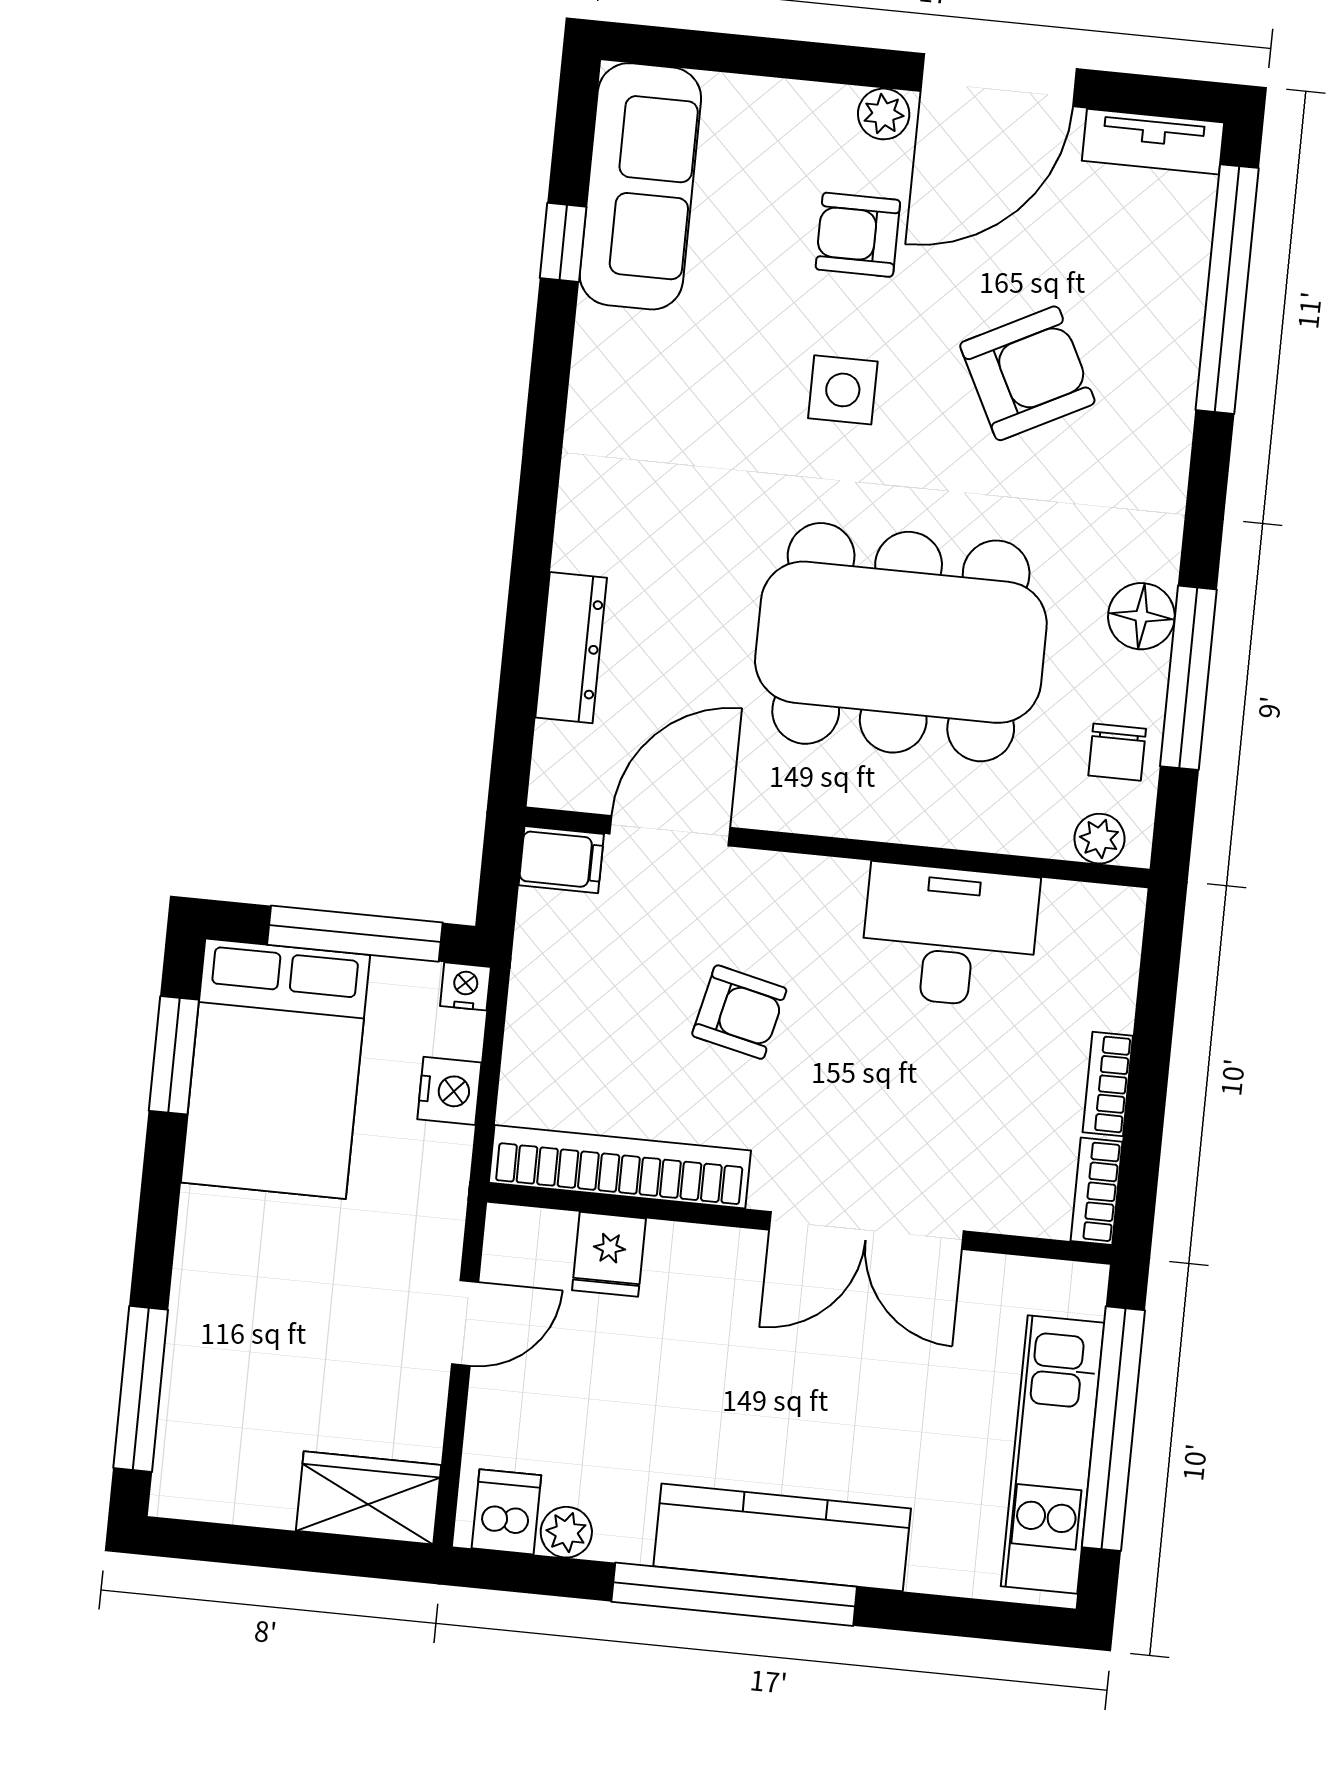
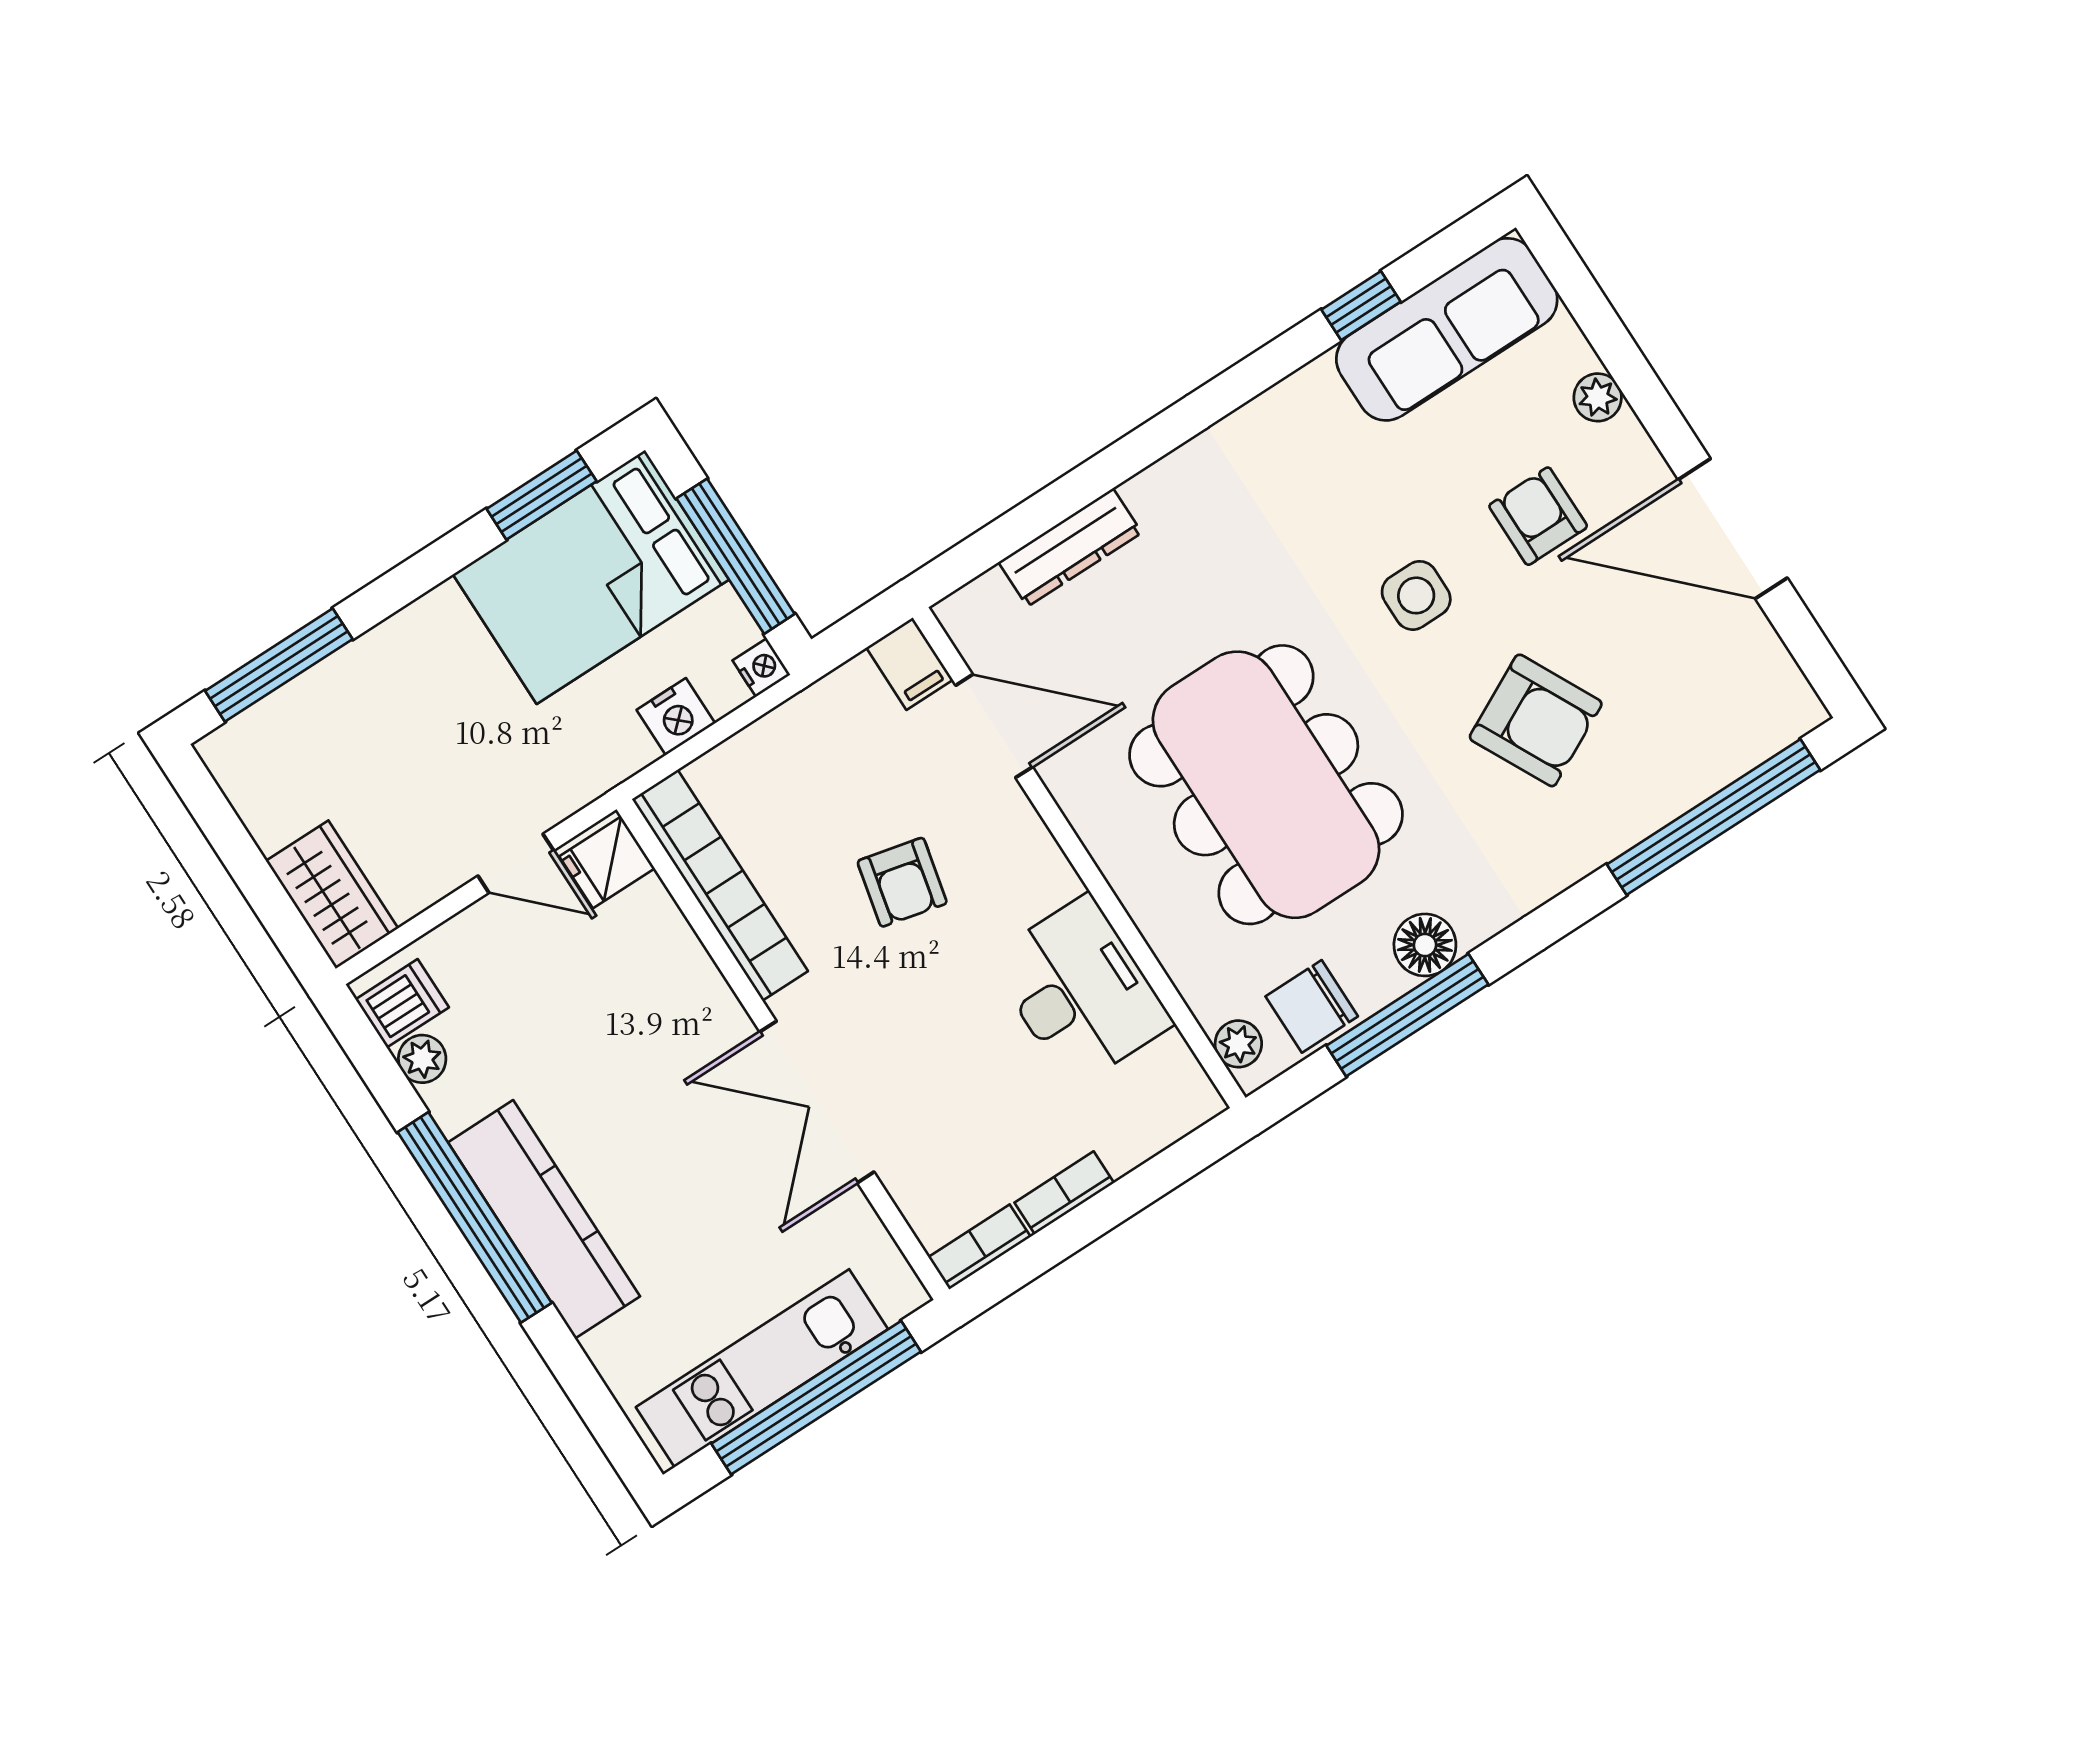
plant: (884, 114) -> (1598, 397), moved
tv unit: (1153, 142) -> (1778, 677), removed
chair: (1117, 752) -> (1312, 1006), width x1.37, depth x1.37
fridge: (609, 1254) -> (607, 862), moved

